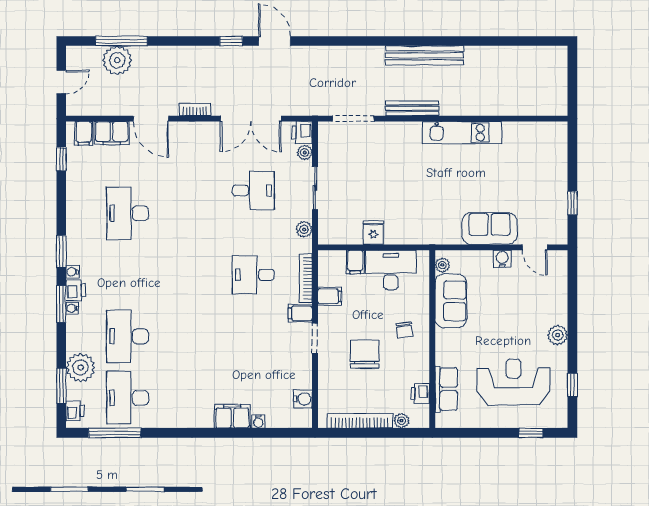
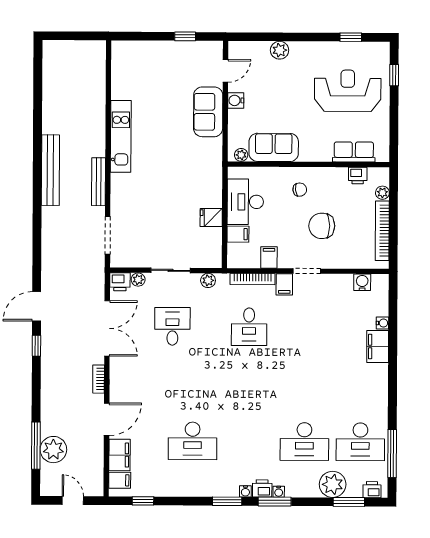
plant: (558, 335) -> (280, 50), moved
reception desk: (513, 382) -> (348, 91), turned 90

